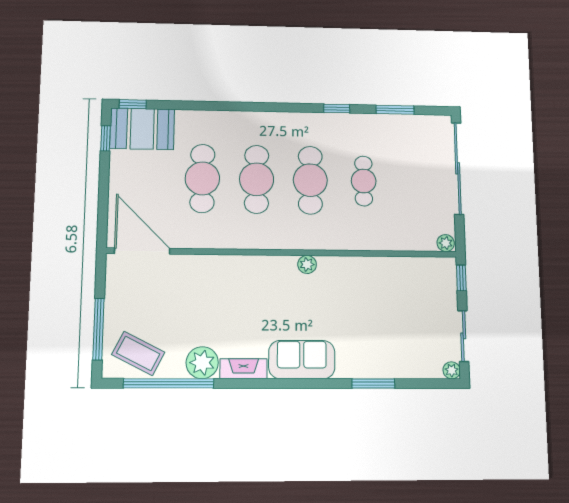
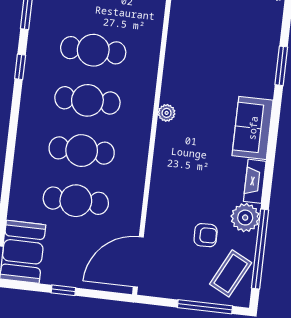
window: (106, 138) -> (63, 290), moved
cafe table: (364, 181) -> (93, 50), width x1.37, depth x1.35
armchair: (178, 321) -> (206, 235), added

